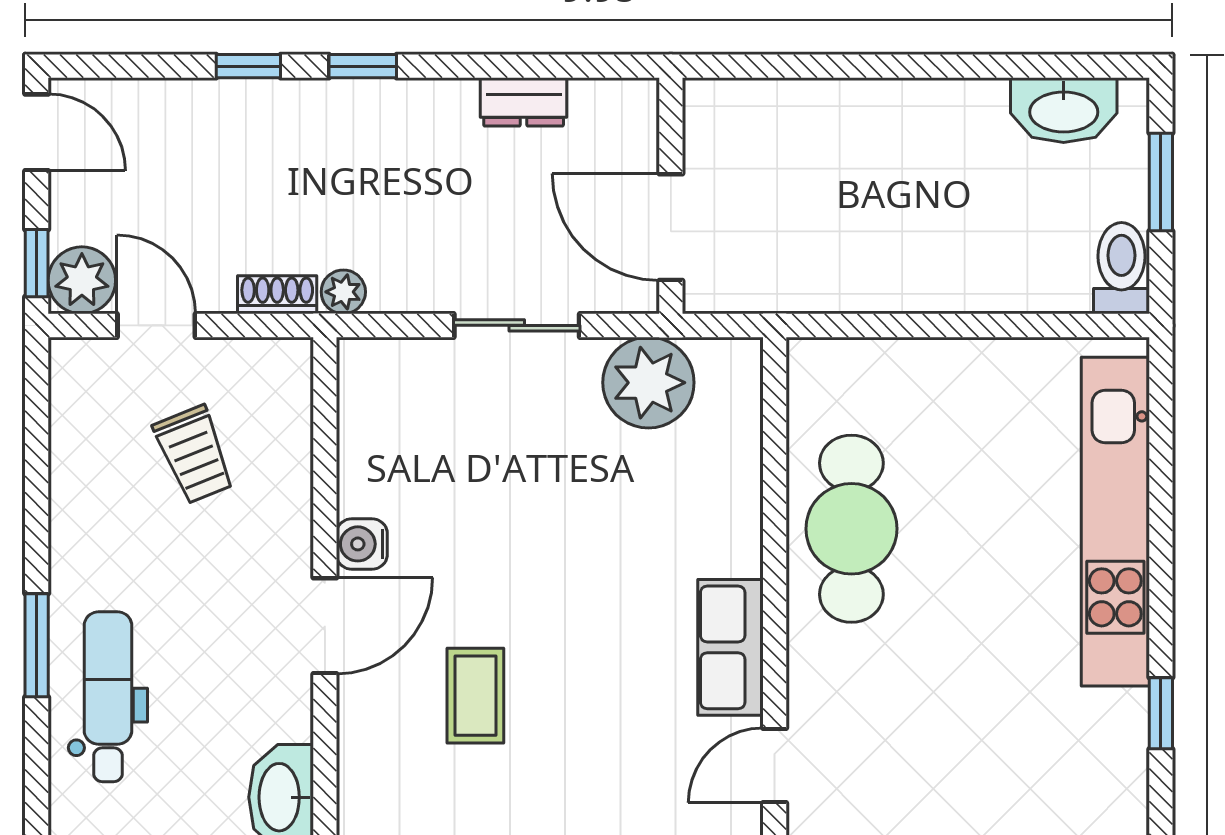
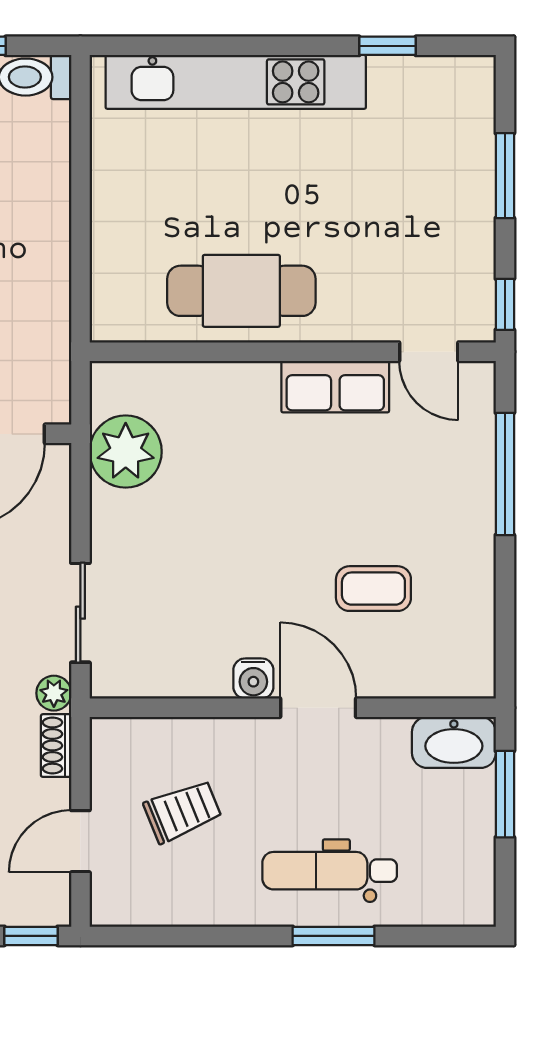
plant: (82, 280) -> (45, 900), removed
sliding door: (517, 325) -> (80, 613), moved
dental chair: (108, 697) -> (330, 871), moved

